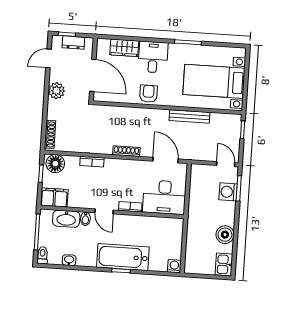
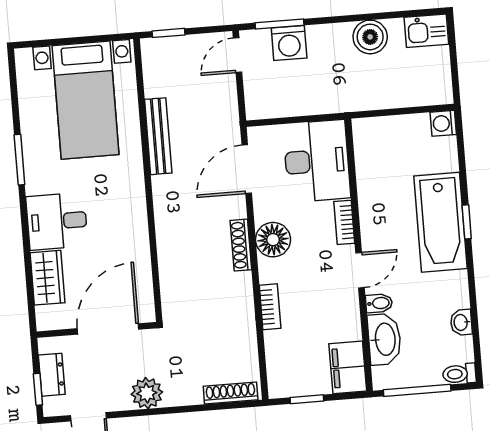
armchair: (148, 94) -> (127, 220), removed
floor lamp: (55, 164) -> (273, 240), moved

